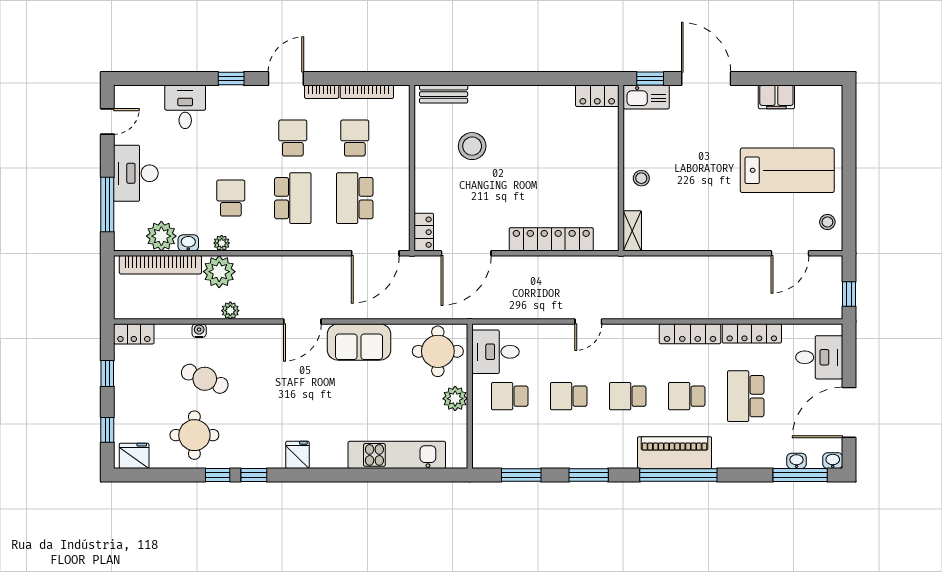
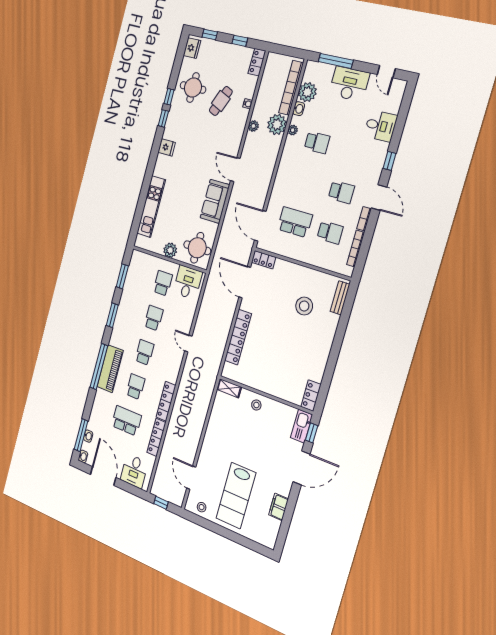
school desk: (293, 198) -> (306, 182), removed

